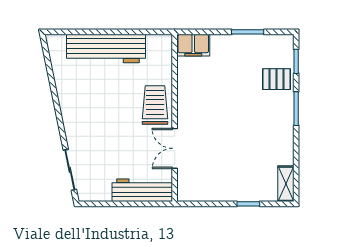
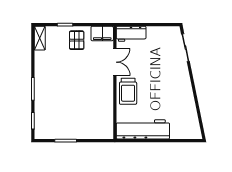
filing cabinet: (193, 45) -> (102, 34), moved, turned 180
workbench: (106, 49) -> (143, 129), moved
pallet: (276, 79) -> (77, 40), moved, turned 90
workbench: (142, 190) -> (131, 34), width x0.73

